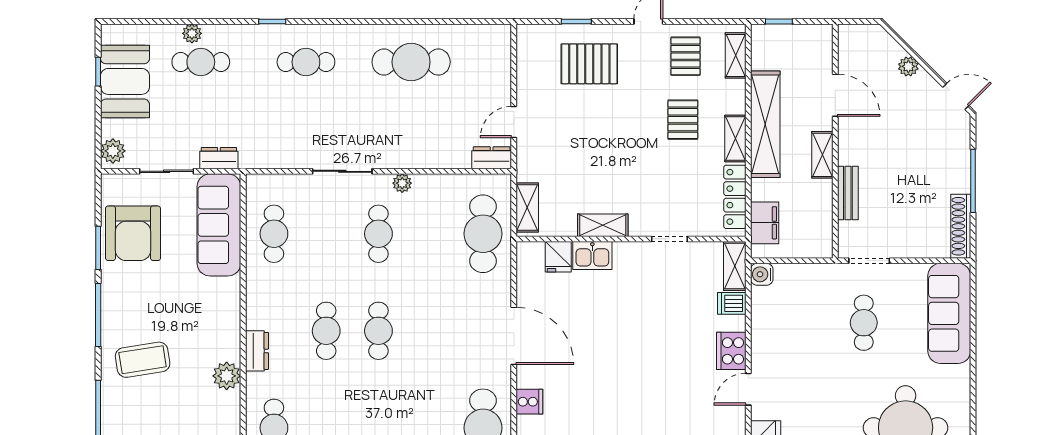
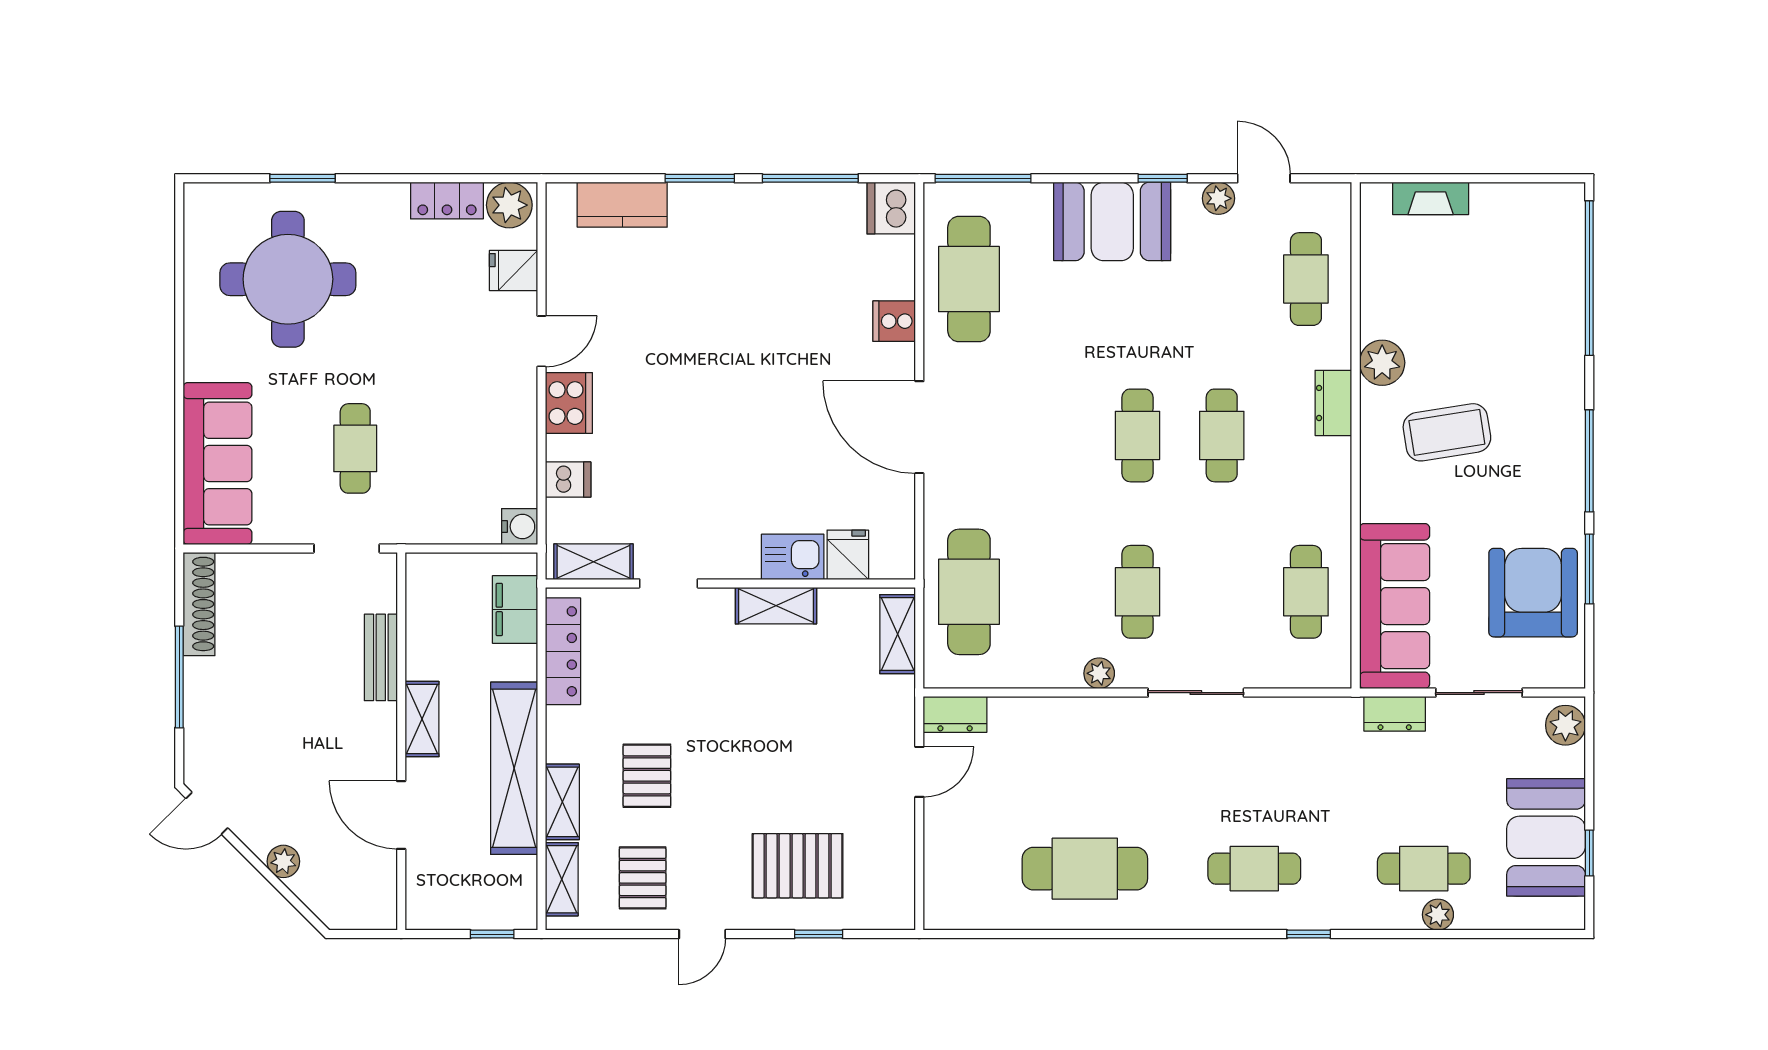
shelving: (735, 138) -> (562, 802), moved
shelving: (735, 266) -> (594, 562), moved, turned 90
coffee table: (143, 360) -> (1447, 432), moved

